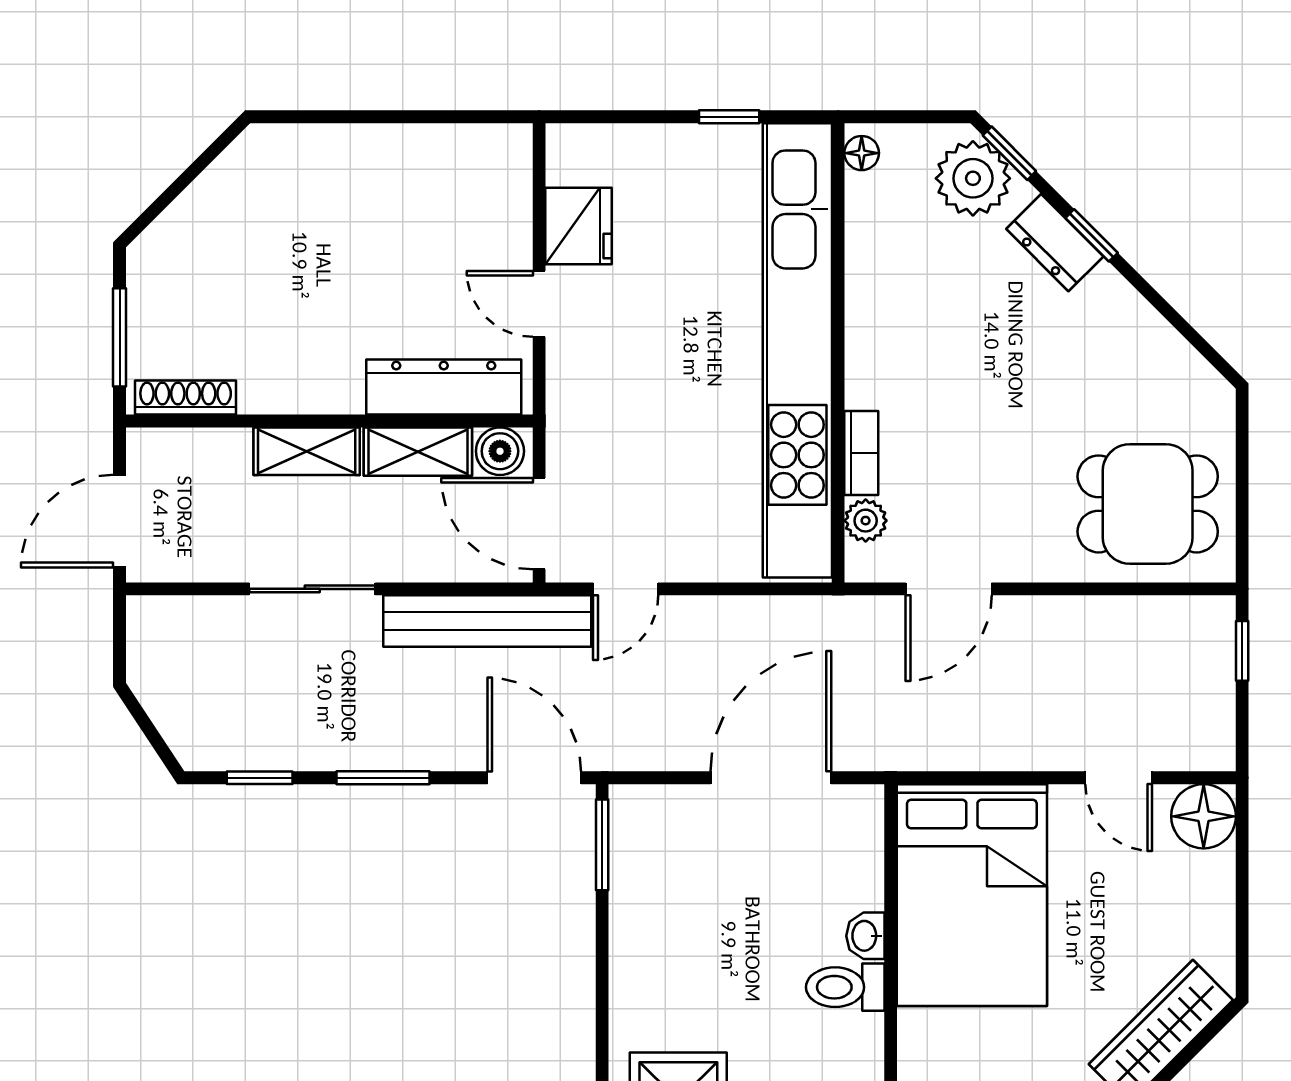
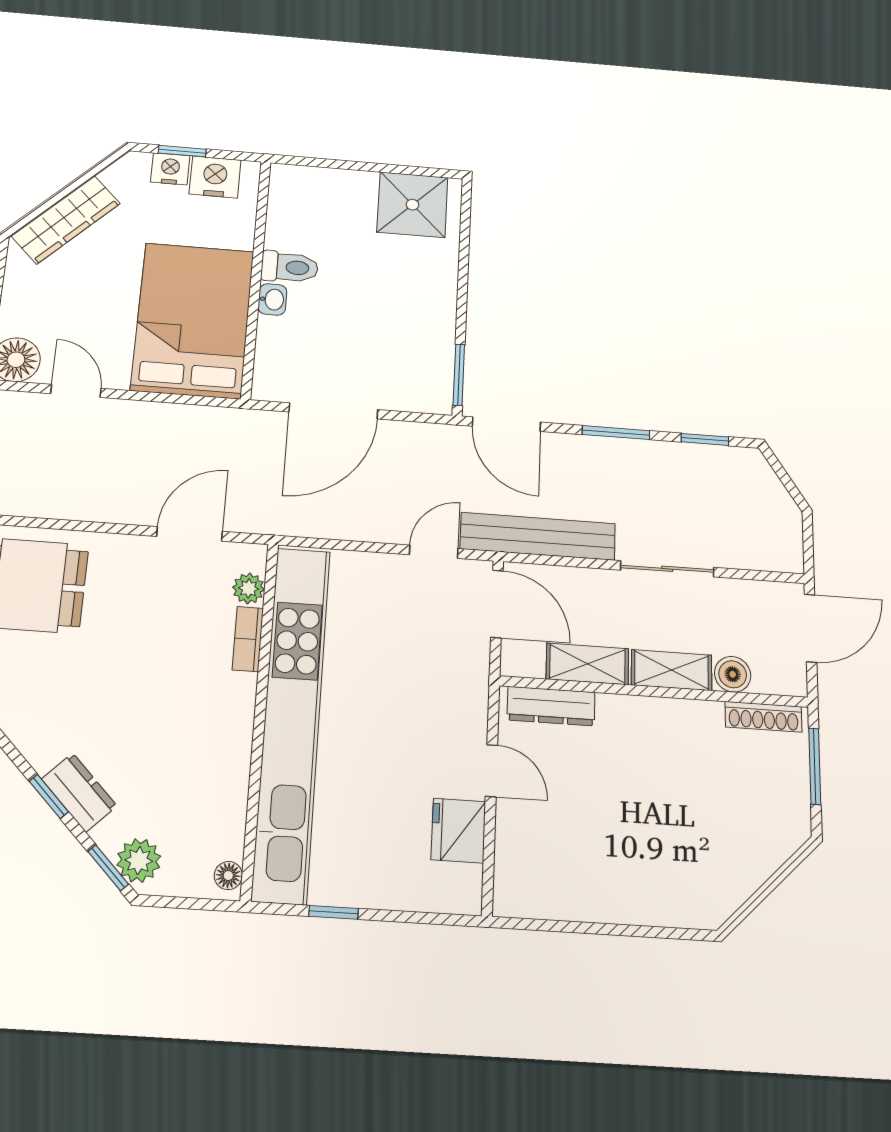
plant: (973, 178) -> (139, 861), width x0.73, depth x0.73
dresser: (444, 387) -> (551, 706), width x0.73, depth x0.80
boiler: (500, 451) -> (733, 674), moved

